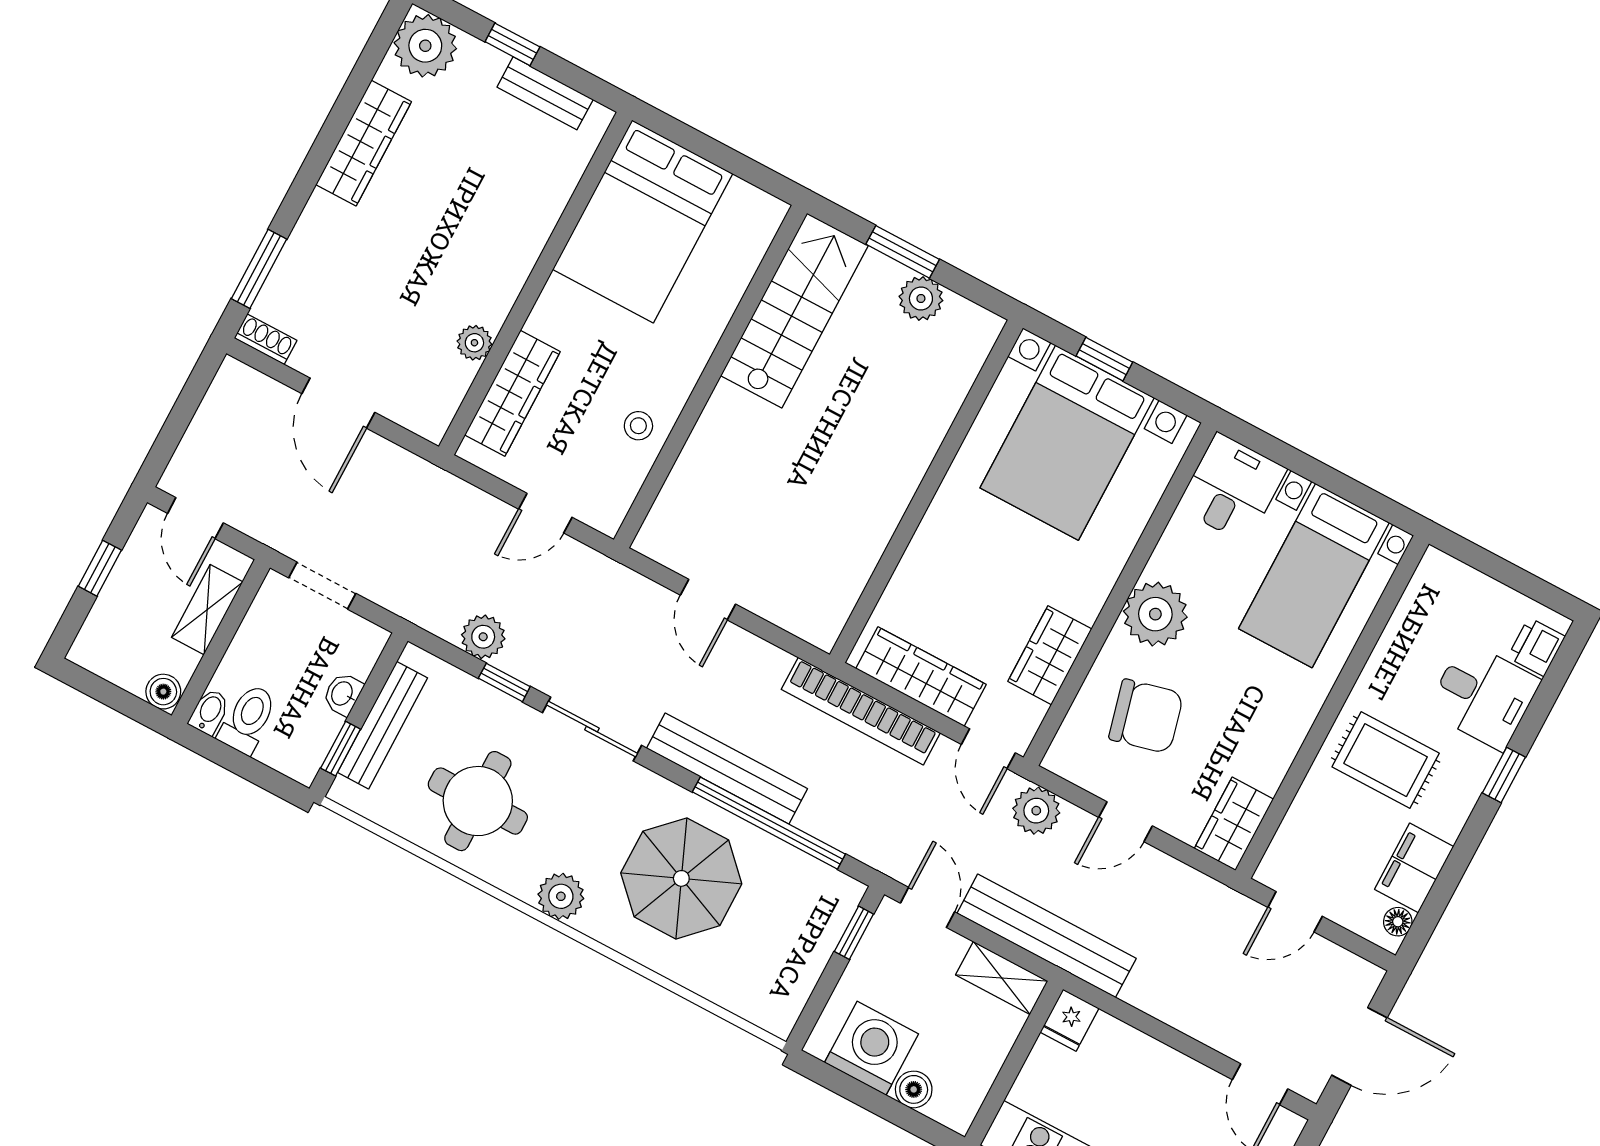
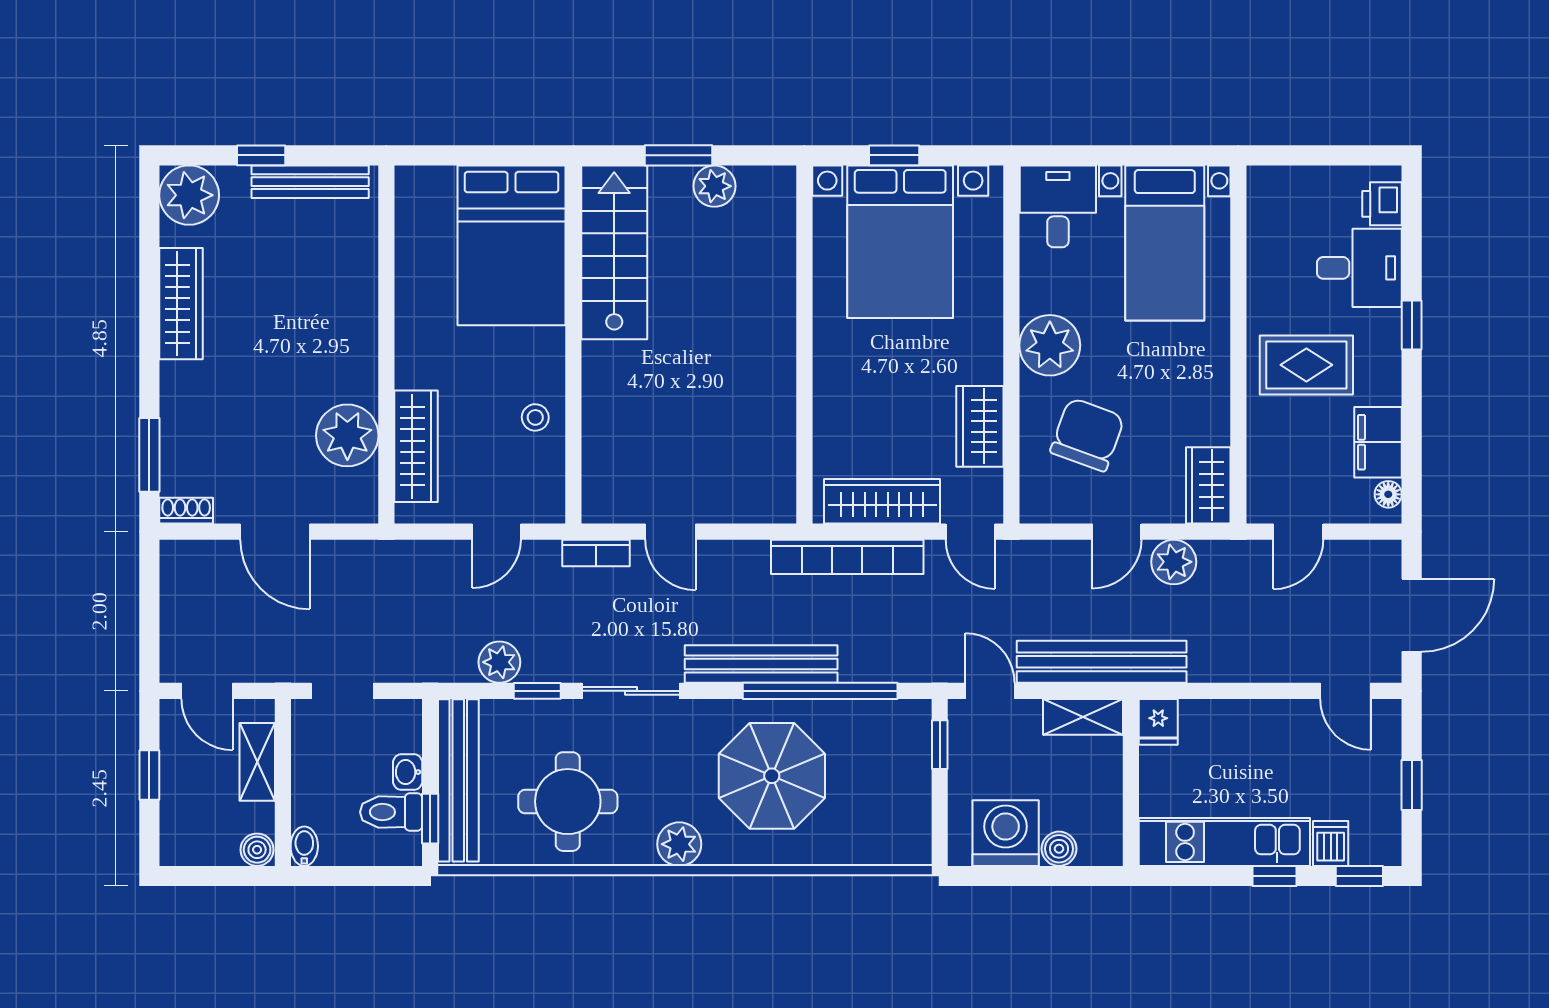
bench: (545, 93) -> (310, 182), width x1.36
bed: (643, 221) -> (512, 245), moved
plant: (474, 343) -> (347, 435), width x1.87, depth x1.87
bookcase: (628, 583) -> (596, 553), added
chair: (1146, 716) -> (1087, 435), turned -56
toilet: (248, 719) -> (391, 812), moved, turned -90
bench: (383, 725) -> (458, 780), width x1.37, depth x1.21
plant: (1036, 811) -> (1174, 562), moved

